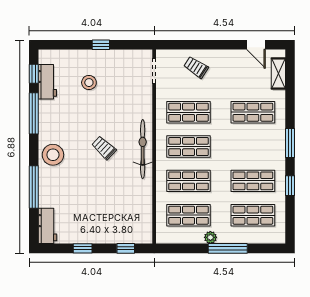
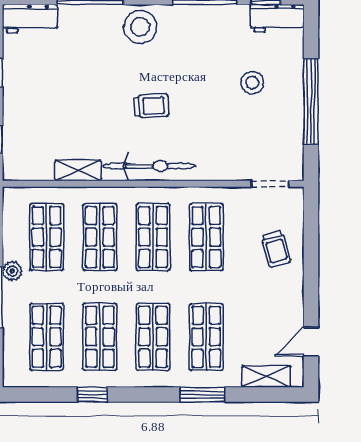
window: (101, 45) -> (311, 101), width x3.17
trolley: (196, 67) -> (276, 249), turned 131
workbench: (47, 82) -> (277, 18), moved
window: (290, 143) -> (203, 394), moved
shop shelf: (253, 147) -> (153, 337), added
trolley: (104, 148) -> (151, 106), turned 44
shelving: (146, 195) -> (78, 170), added

